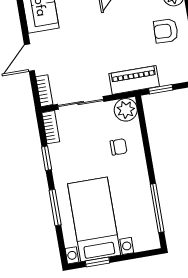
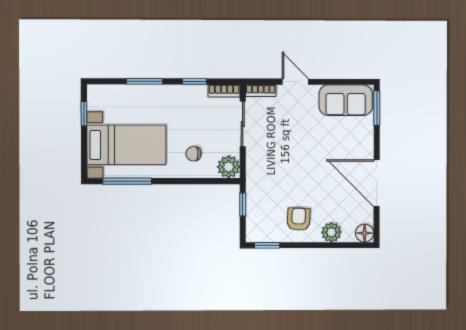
piano: (134, 80) -> (256, 180), removed
chair: (119, 147) -> (193, 154), turned 90
bed with nightstands: (94, 219) -> (126, 145), moved

